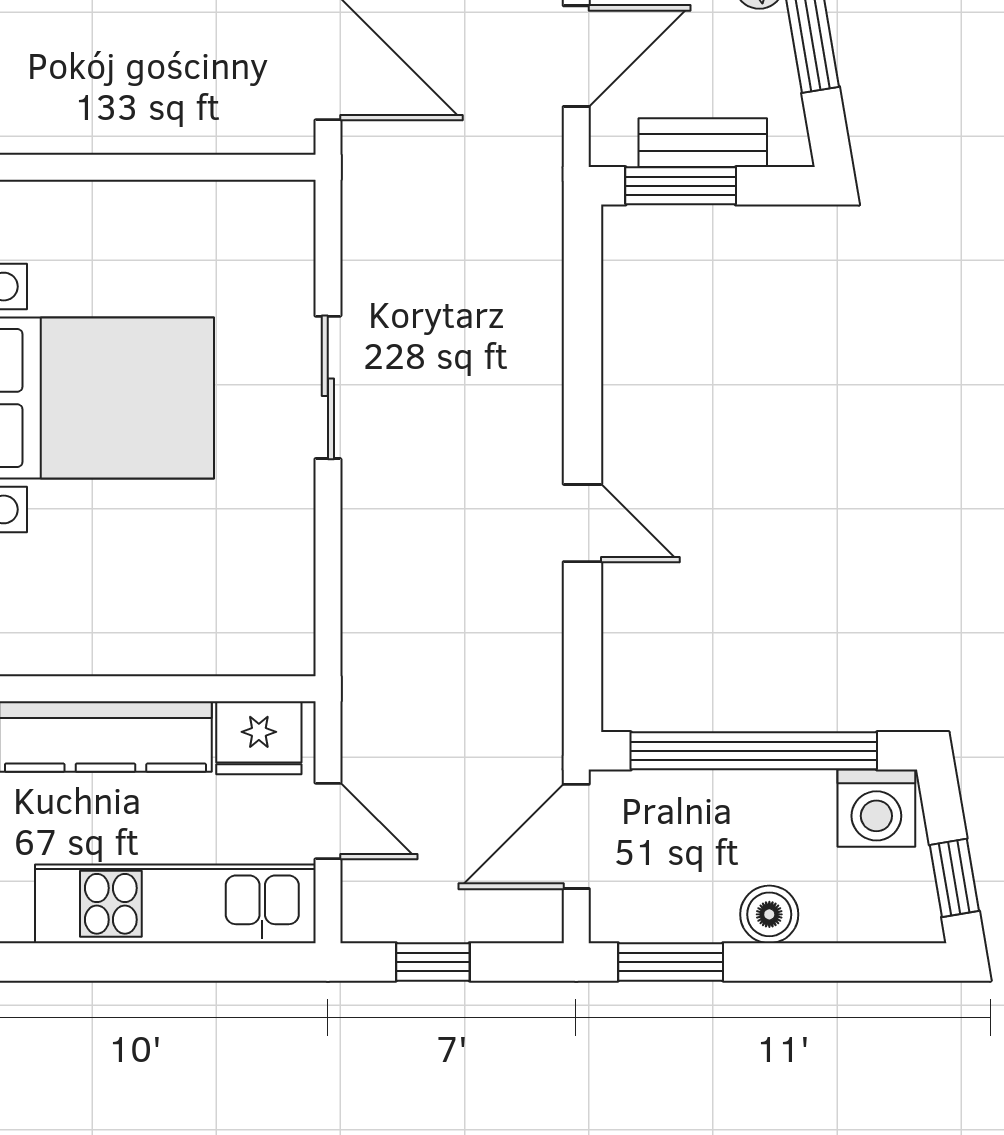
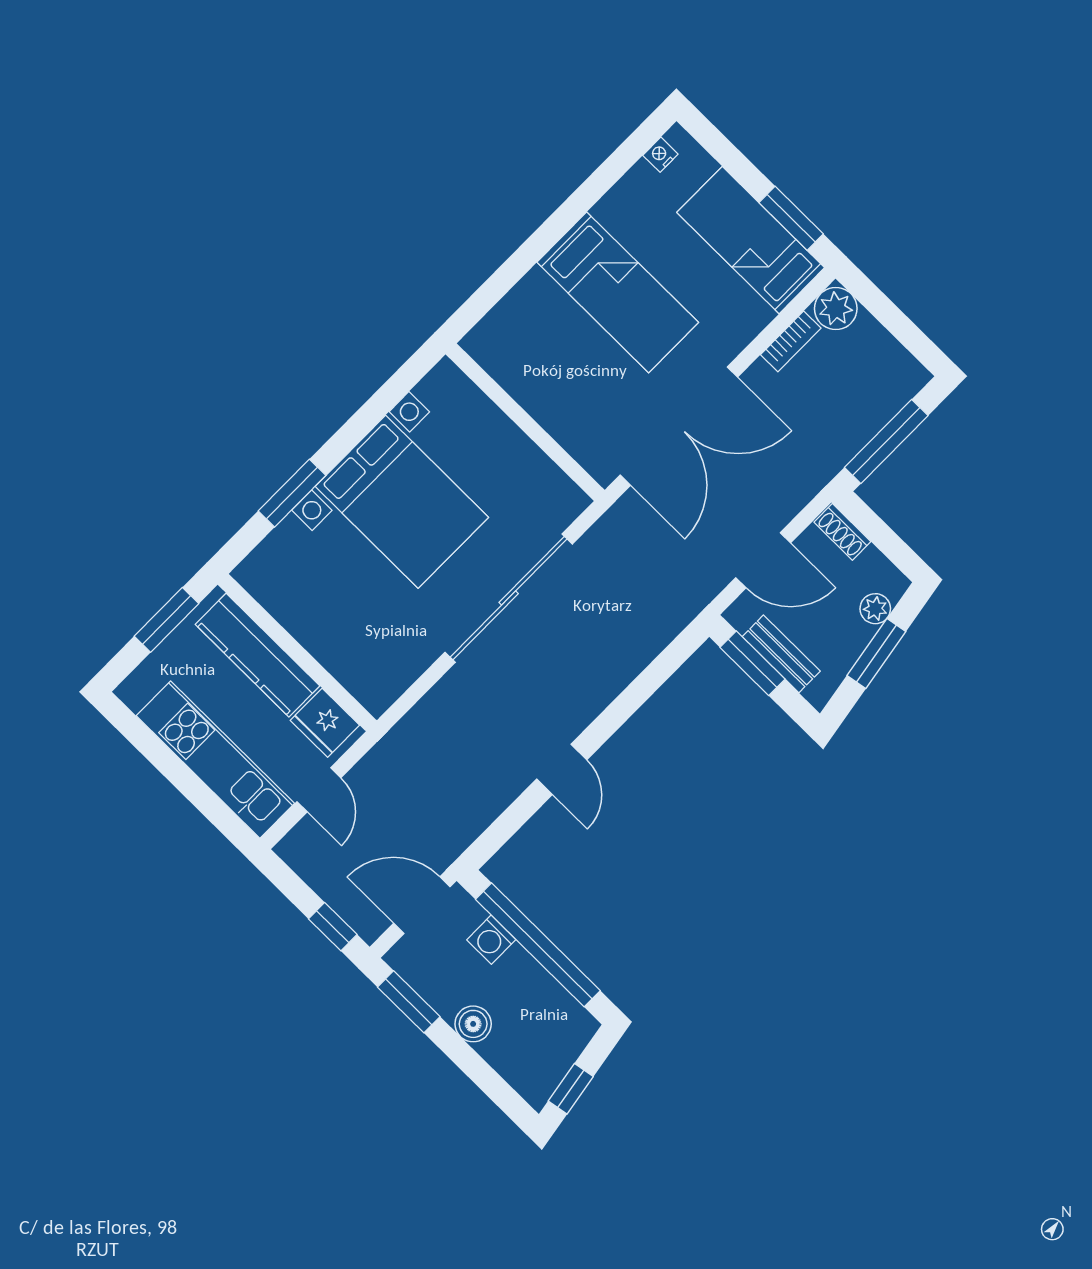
sliding door: (328, 387) -> (509, 598), width x1.86
washing machine: (876, 808) -> (491, 940), moved, width x0.73, depth x0.73
window: (433, 962) -> (333, 927), moved

